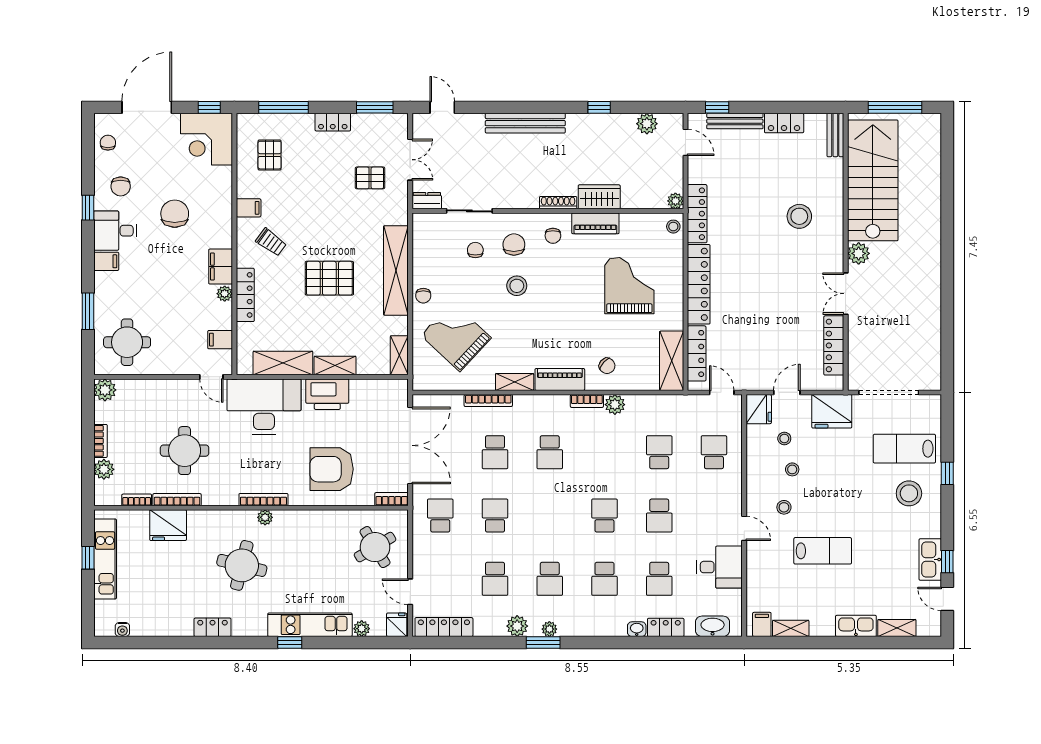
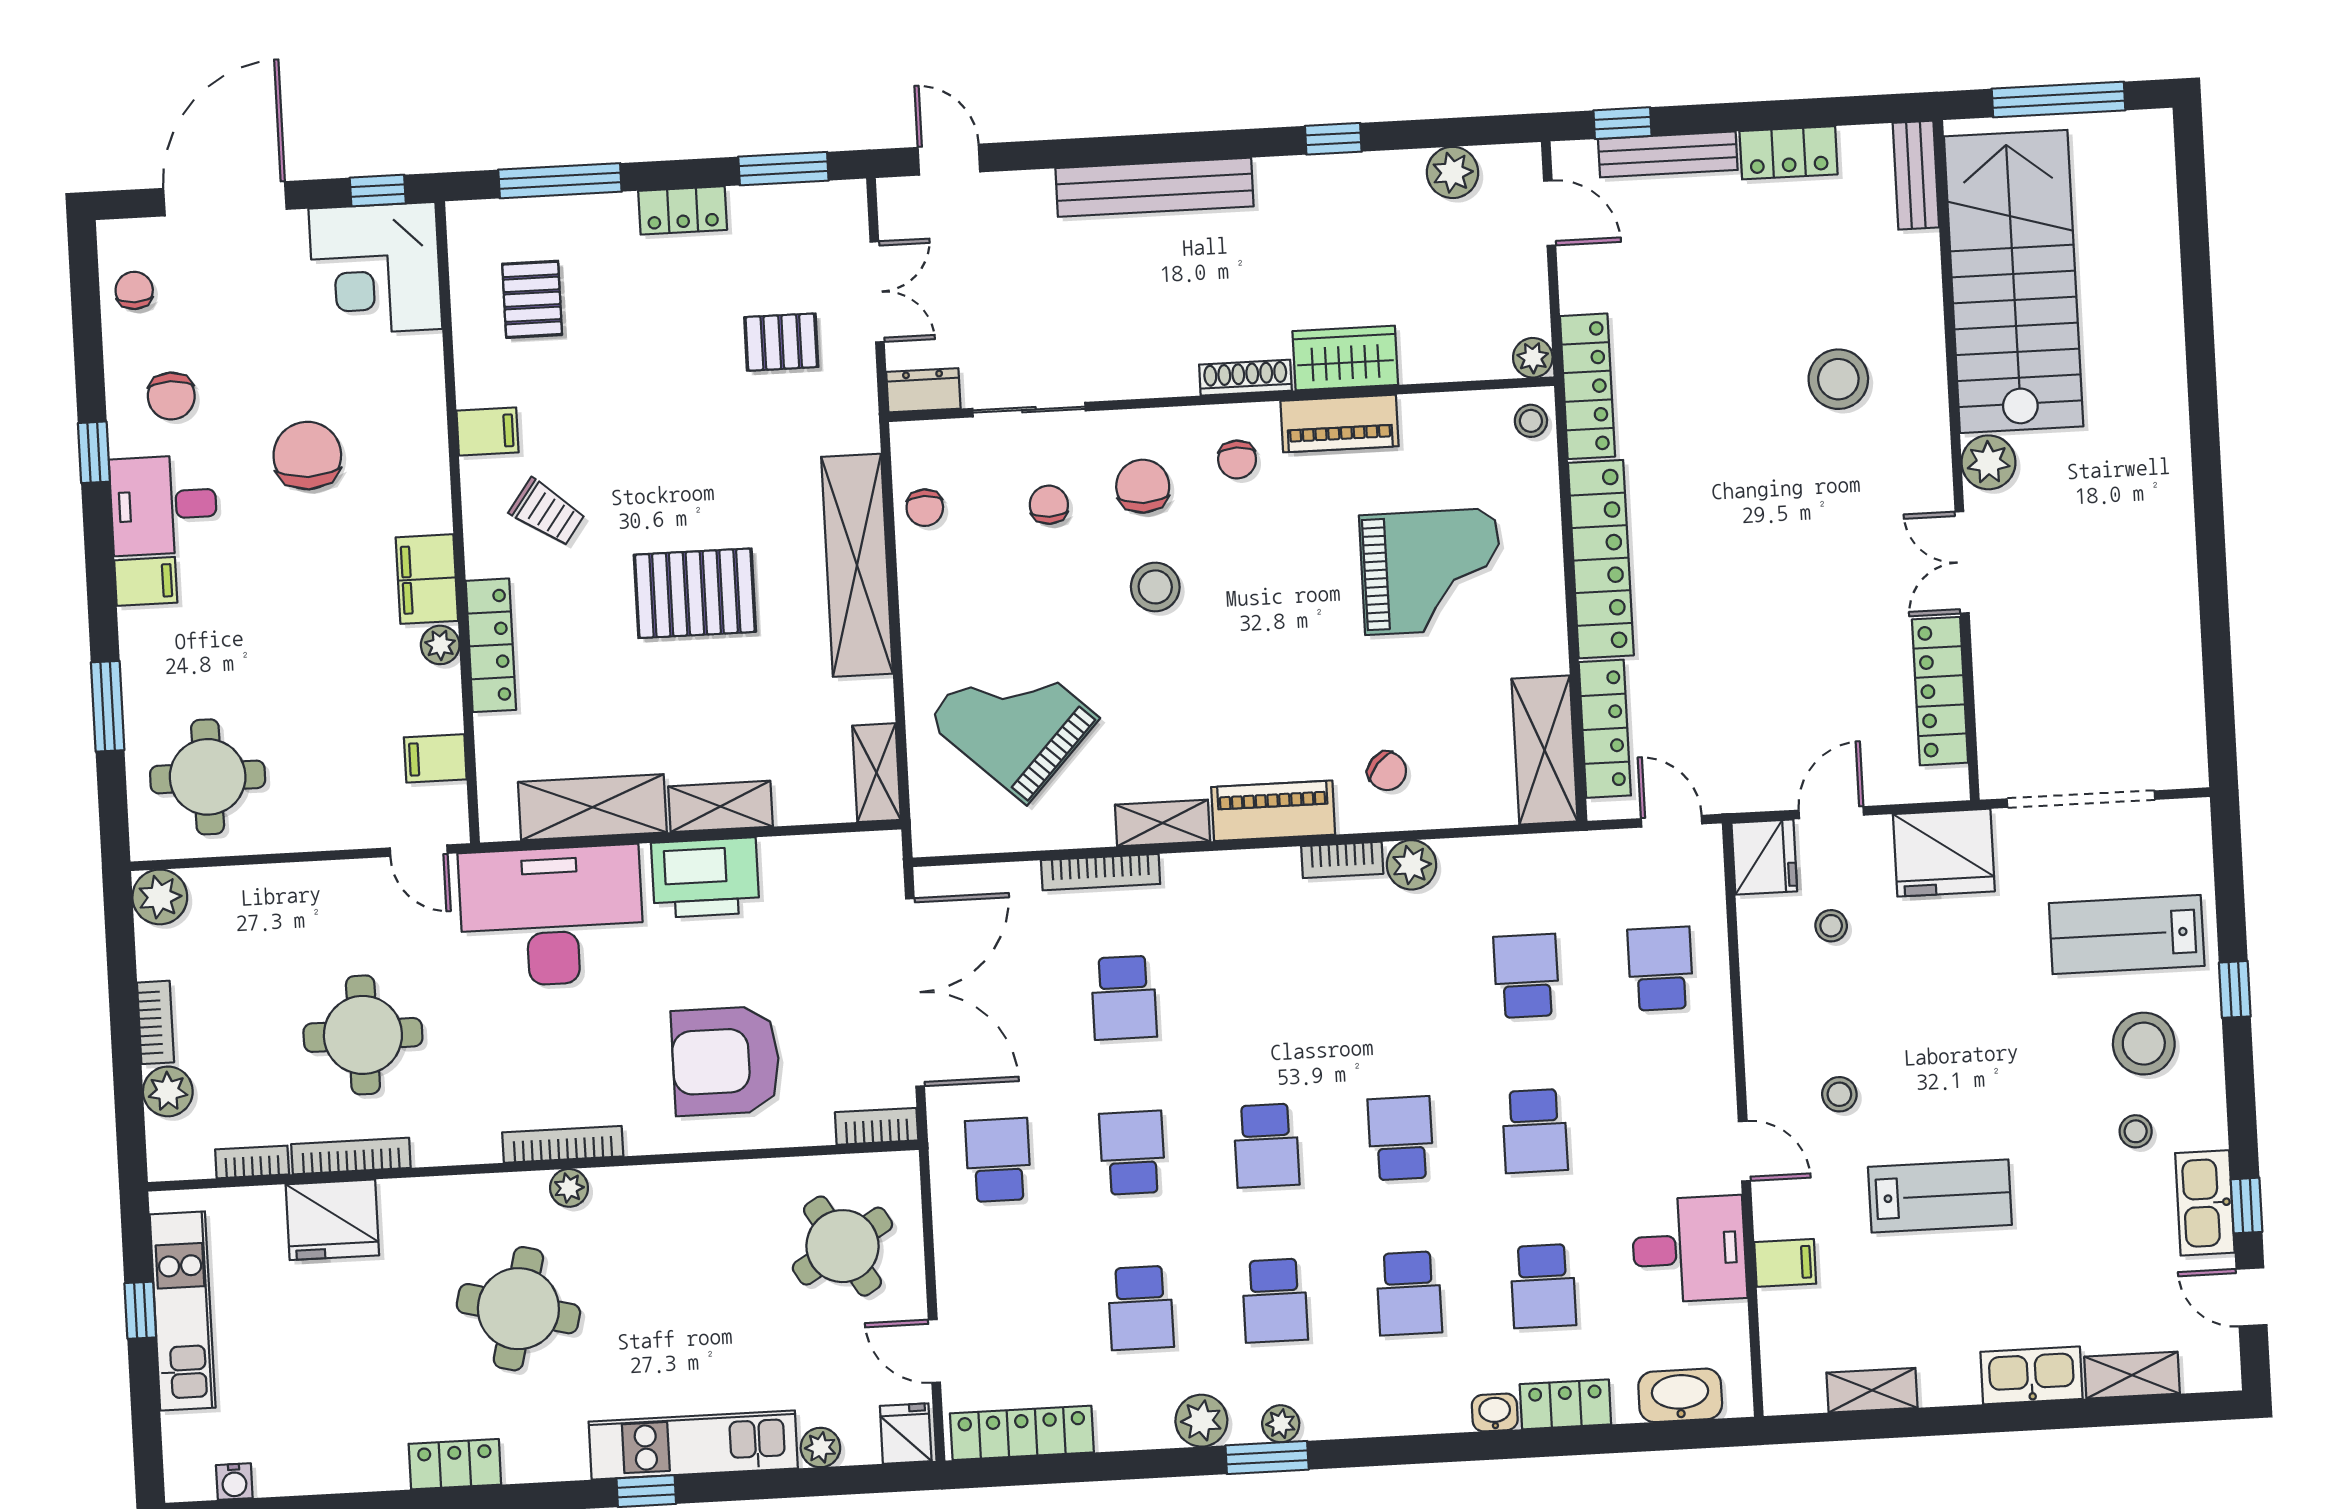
grand piano: (629, 286) -> (1431, 572), turned 90
chair: (423, 296) -> (925, 508), moved
school desk: (550, 452) -> (1266, 1146), moved
stool: (792, 469) -> (2136, 1131), moved
filing cabinet: (762, 624) -> (1785, 1263), moved, turned 90

